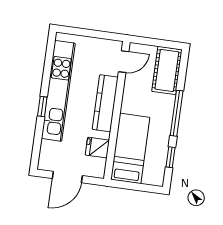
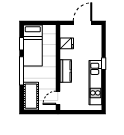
kitchen unit: (58, 91) -> (95, 83), width x0.73
kitchen counter: (105, 103) -> (66, 71), width x0.67
bed: (130, 148) -> (33, 46), moved

